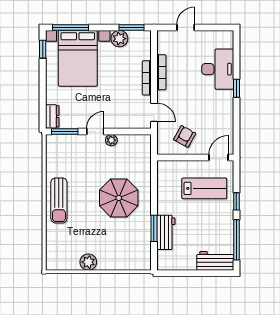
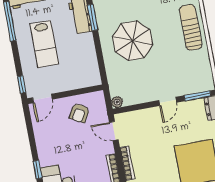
plant: (111, 140) -> (117, 102), moved
lab bench: (204, 188) -> (44, 44), moved, turned -90
window: (236, 201) -> (22, 84), moved

